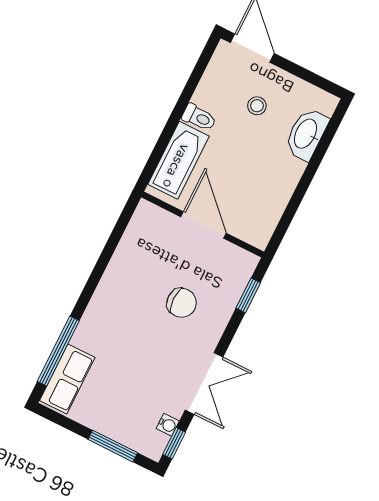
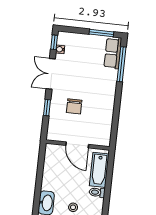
window: (248, 295) -> (47, 108), moved
chair: (182, 303) -> (74, 106), turned -90
window: (113, 446) -> (101, 33), moved

